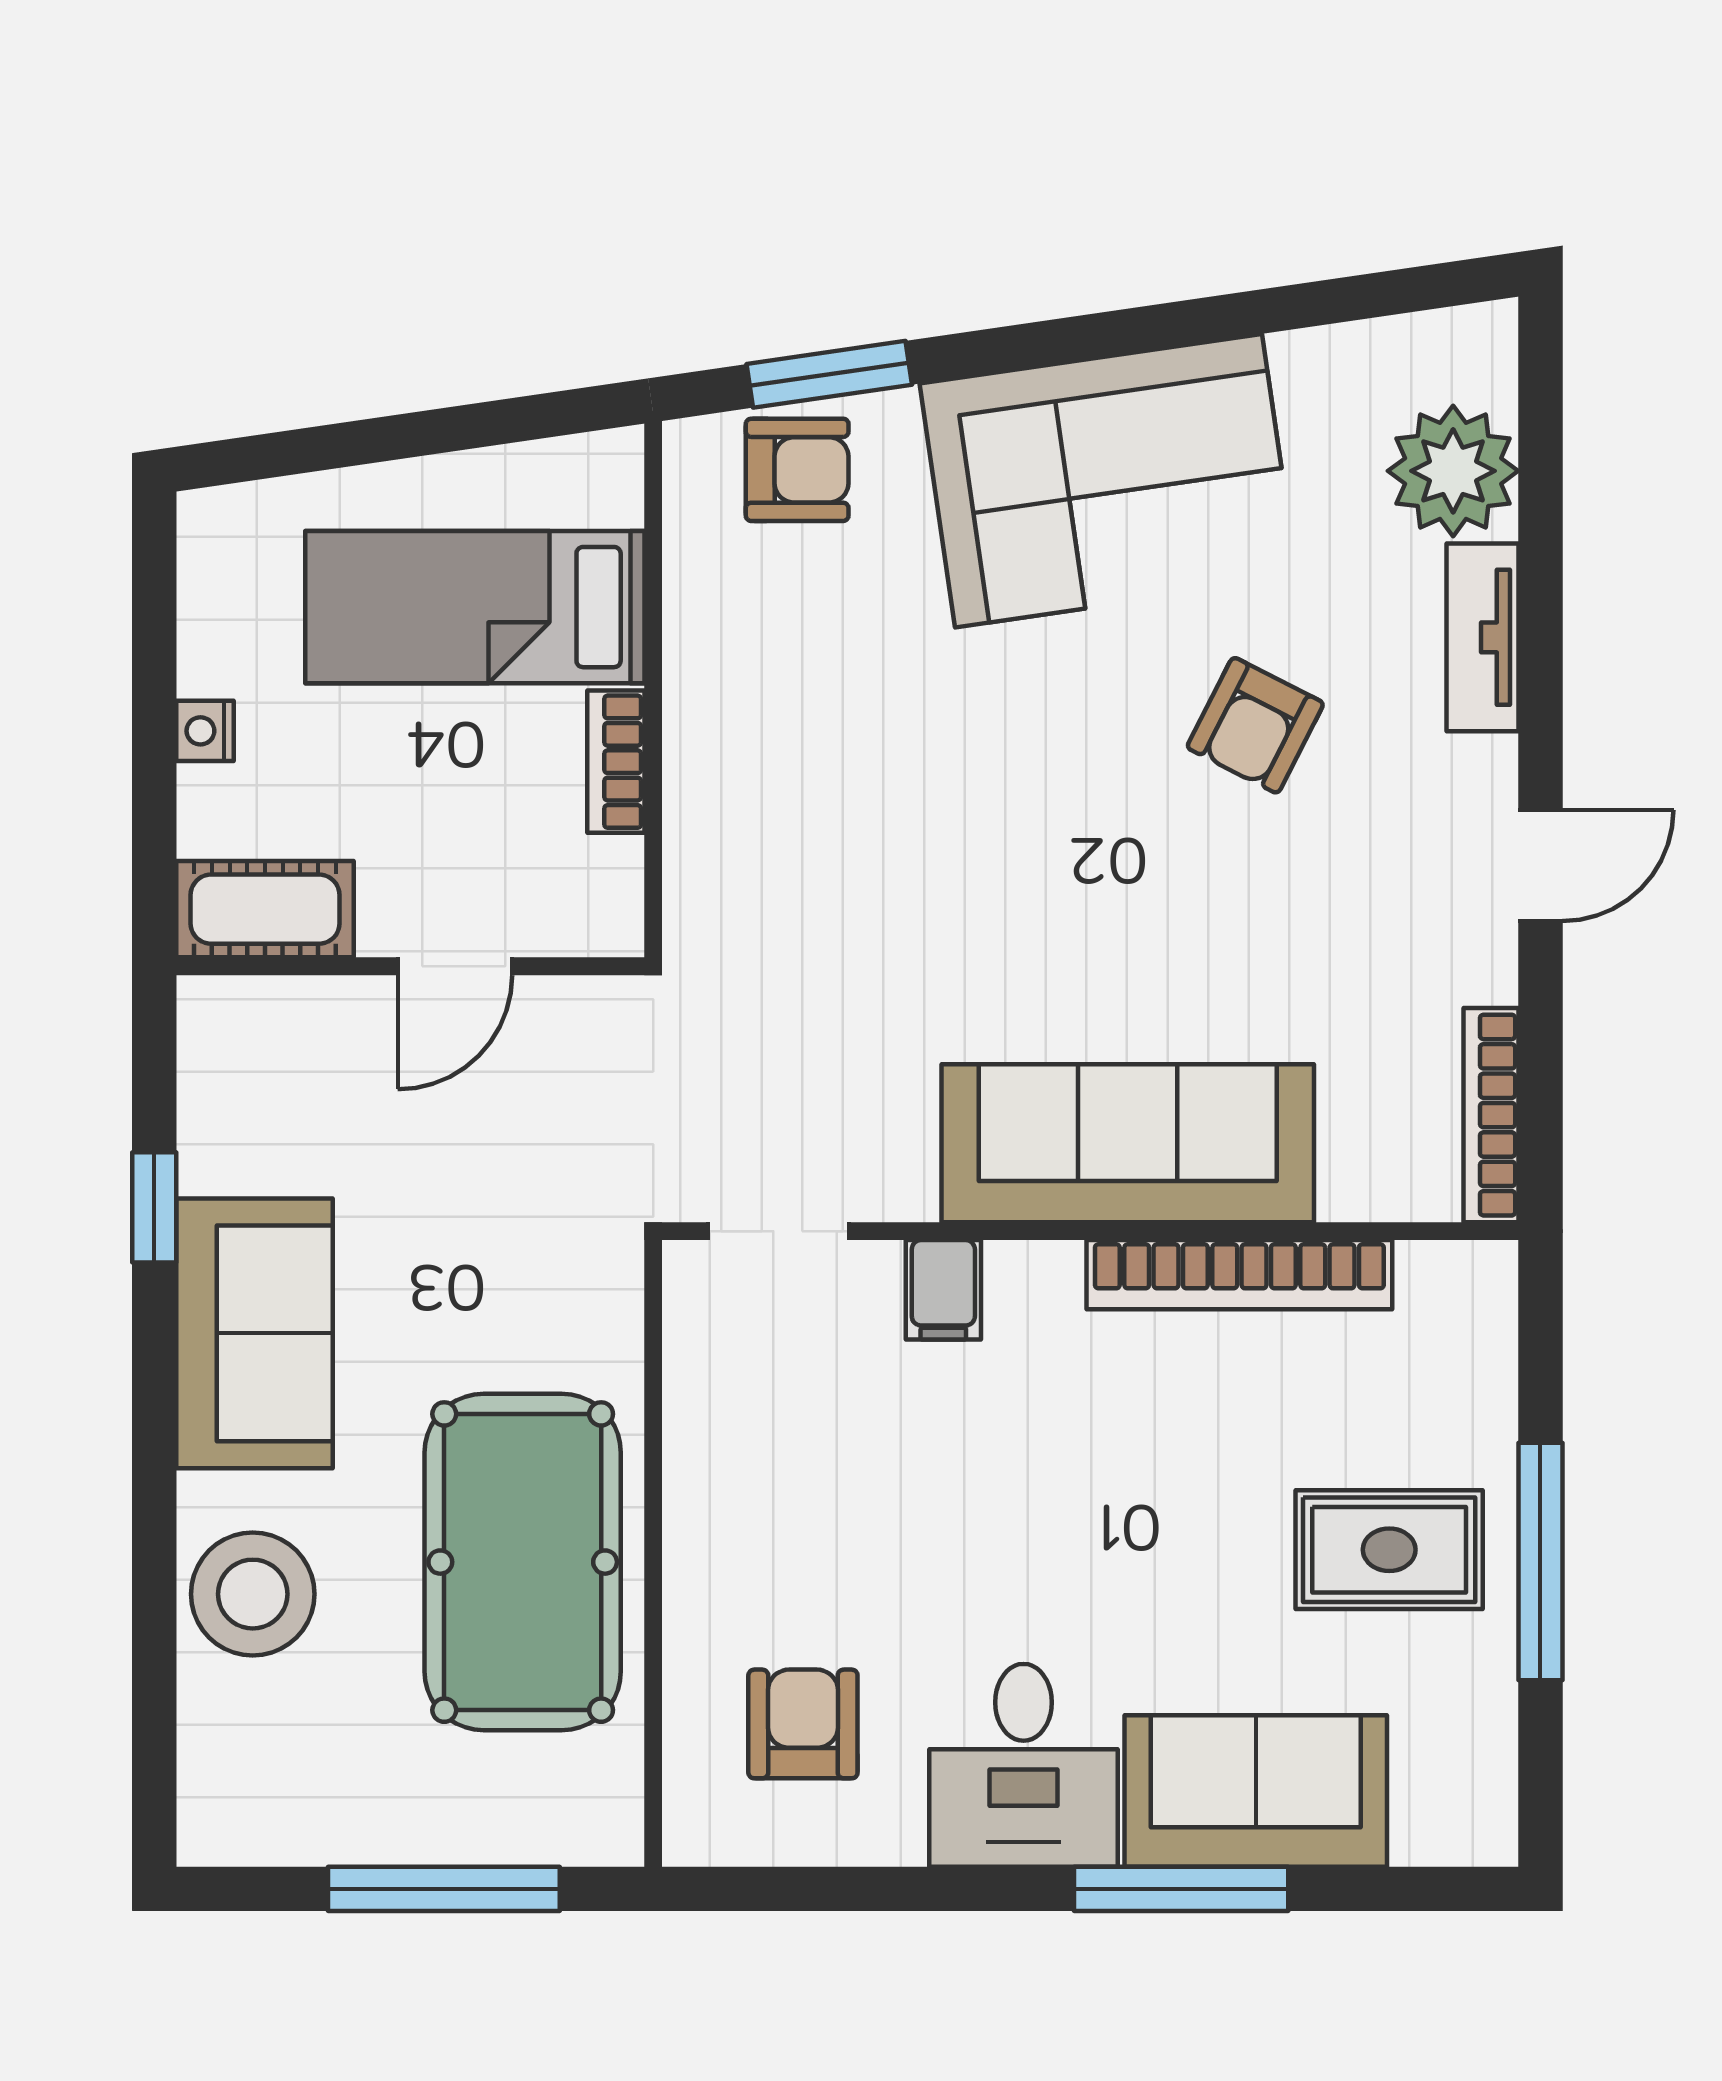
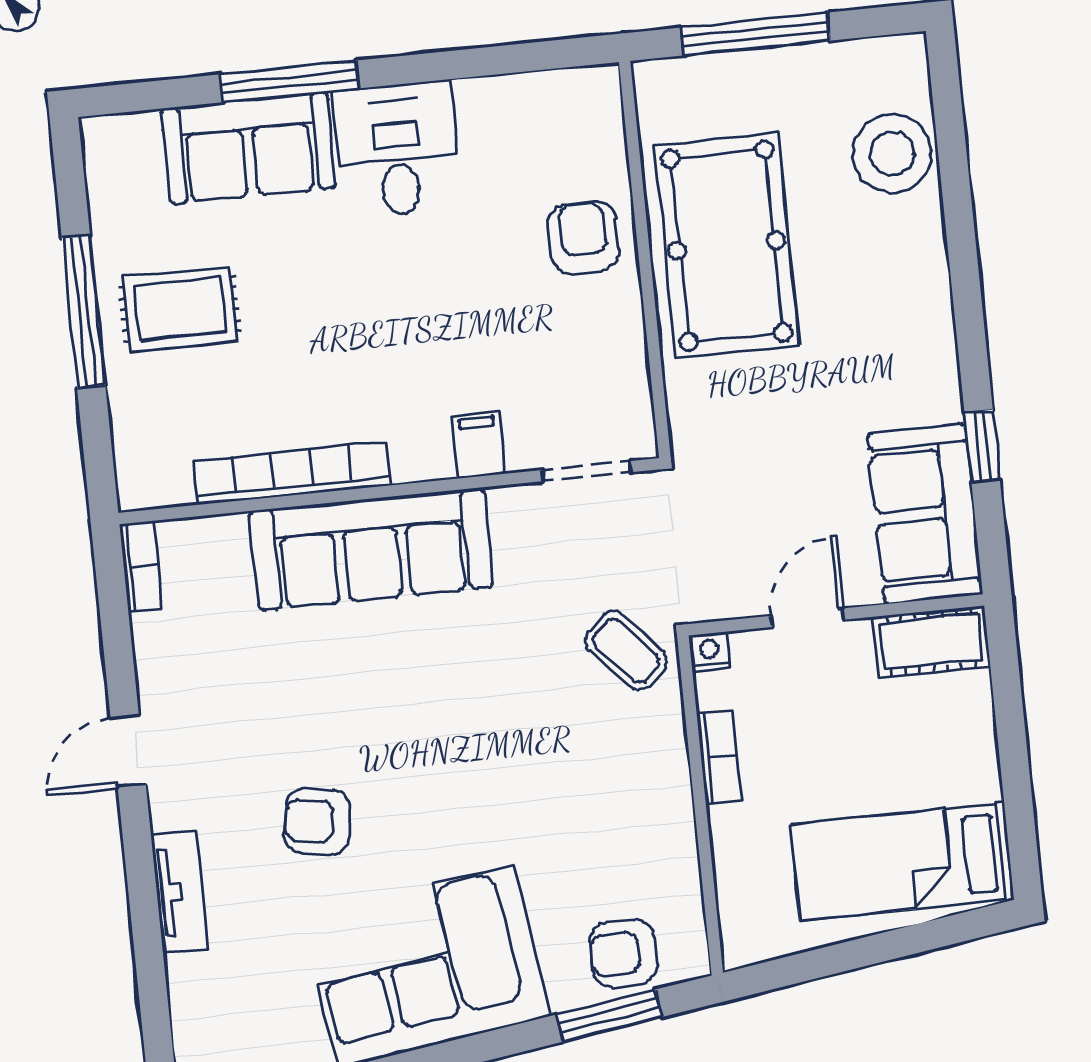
plant: (1453, 471) -> (209, 995), removed
bed: (475, 607) -> (902, 862), moved, turned 180
armchair: (1255, 725) -> (317, 821), turned -108
nightstand: (205, 731) -> (710, 652), moved, turned -90
coffee table: (744, 943) -> (626, 651), added
bookcase: (1491, 1115) -> (141, 566), width x0.64
sofa: (254, 1333) -> (925, 514), moved
stool: (253, 1594) -> (892, 153), moved
armchair: (803, 1724) -> (583, 238), moved, turned 180

